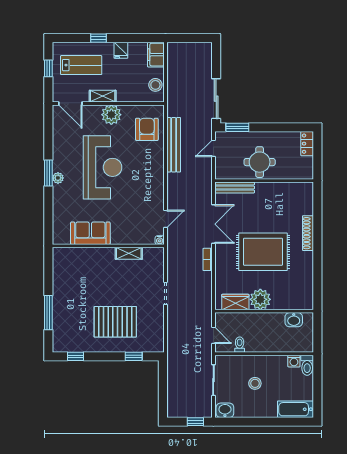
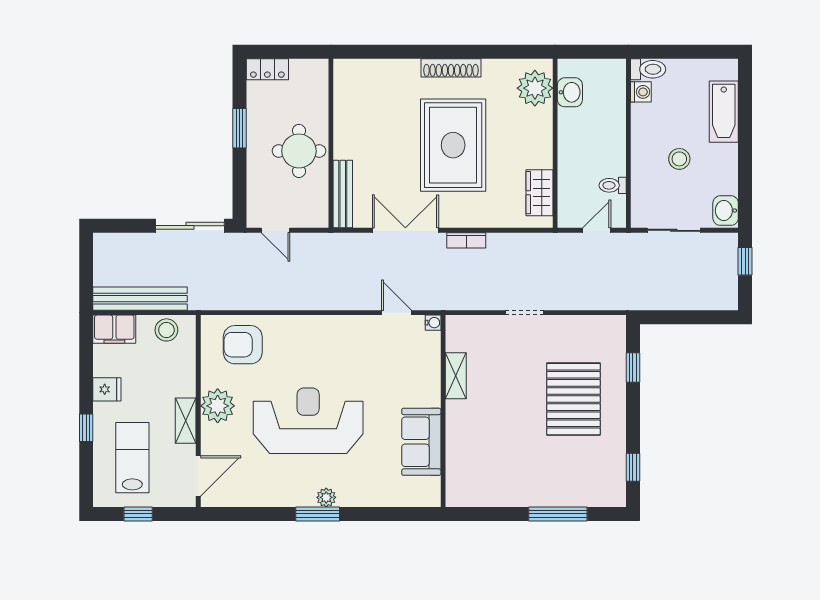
window: (237, 127) -> (239, 128), moved
bench: (174, 145) -> (140, 299), moved
shoe rack: (308, 233) -> (451, 68), moved
plant: (260, 299) -> (535, 88), moved
bathtub: (295, 409) -> (724, 112), moved

